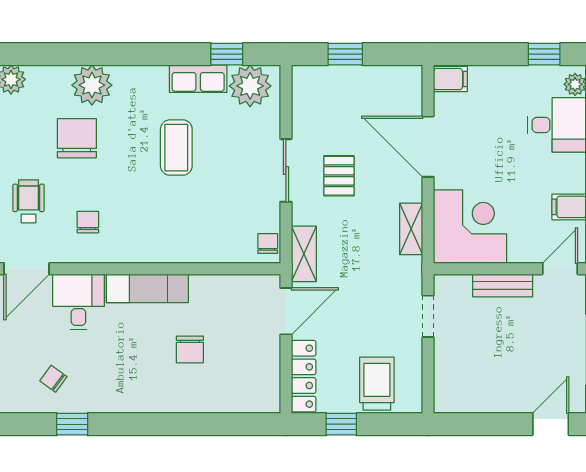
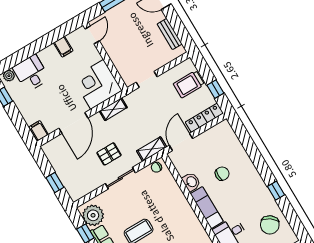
door: (560, 269) -> (92, 35), swing flipped
bench: (503, 285) -> (170, 34), moved
washbasin: (207, 288) -> (191, 182), added
door: (286, 311) -> (181, 142), hinge flipped
chair: (53, 379) -> (270, 225), width x1.87, depth x1.87
window: (72, 424) -> (276, 191), moved

